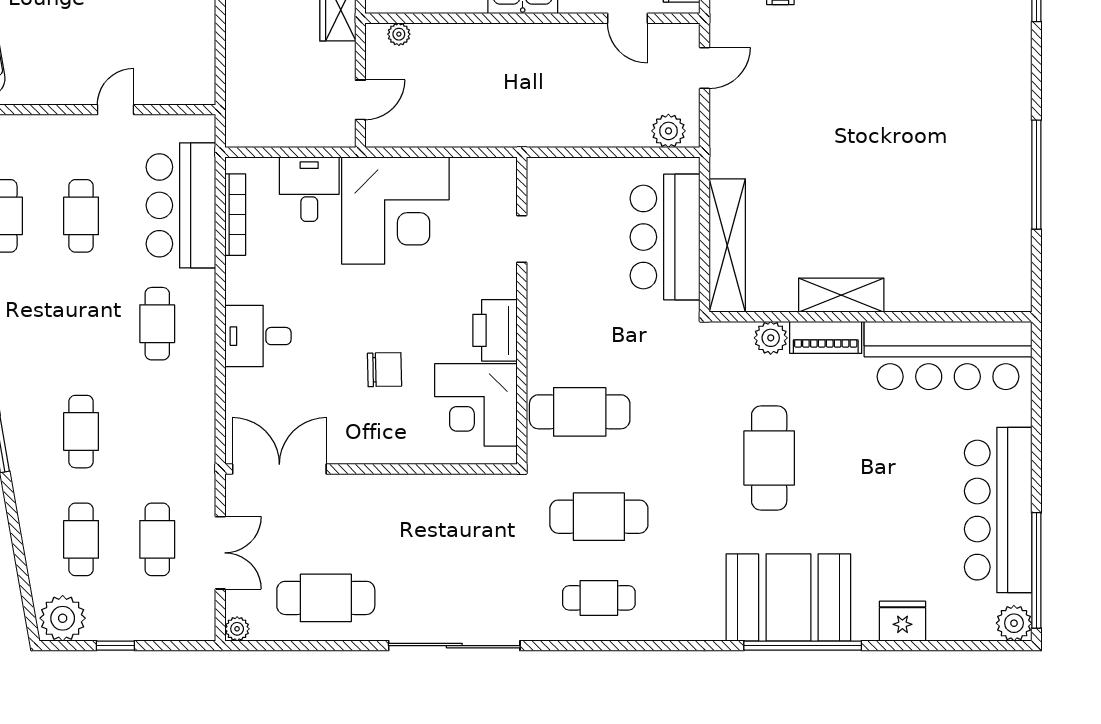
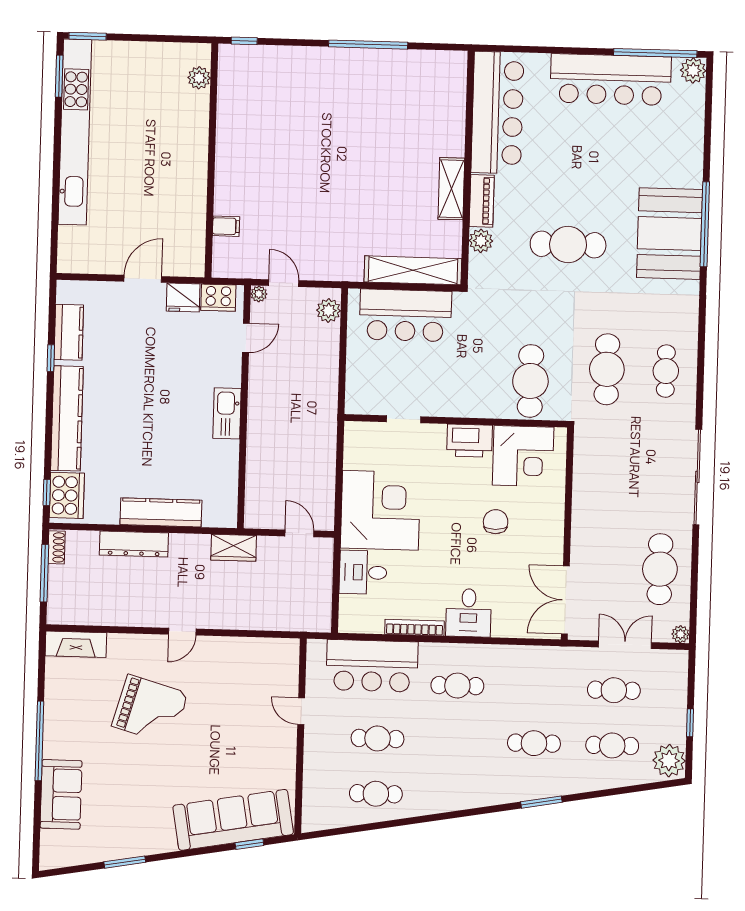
plant: (399, 34) -> (259, 294), moved
bookcase: (235, 215) -> (415, 628), moved
fridge: (902, 621) -> (689, 151), removed

